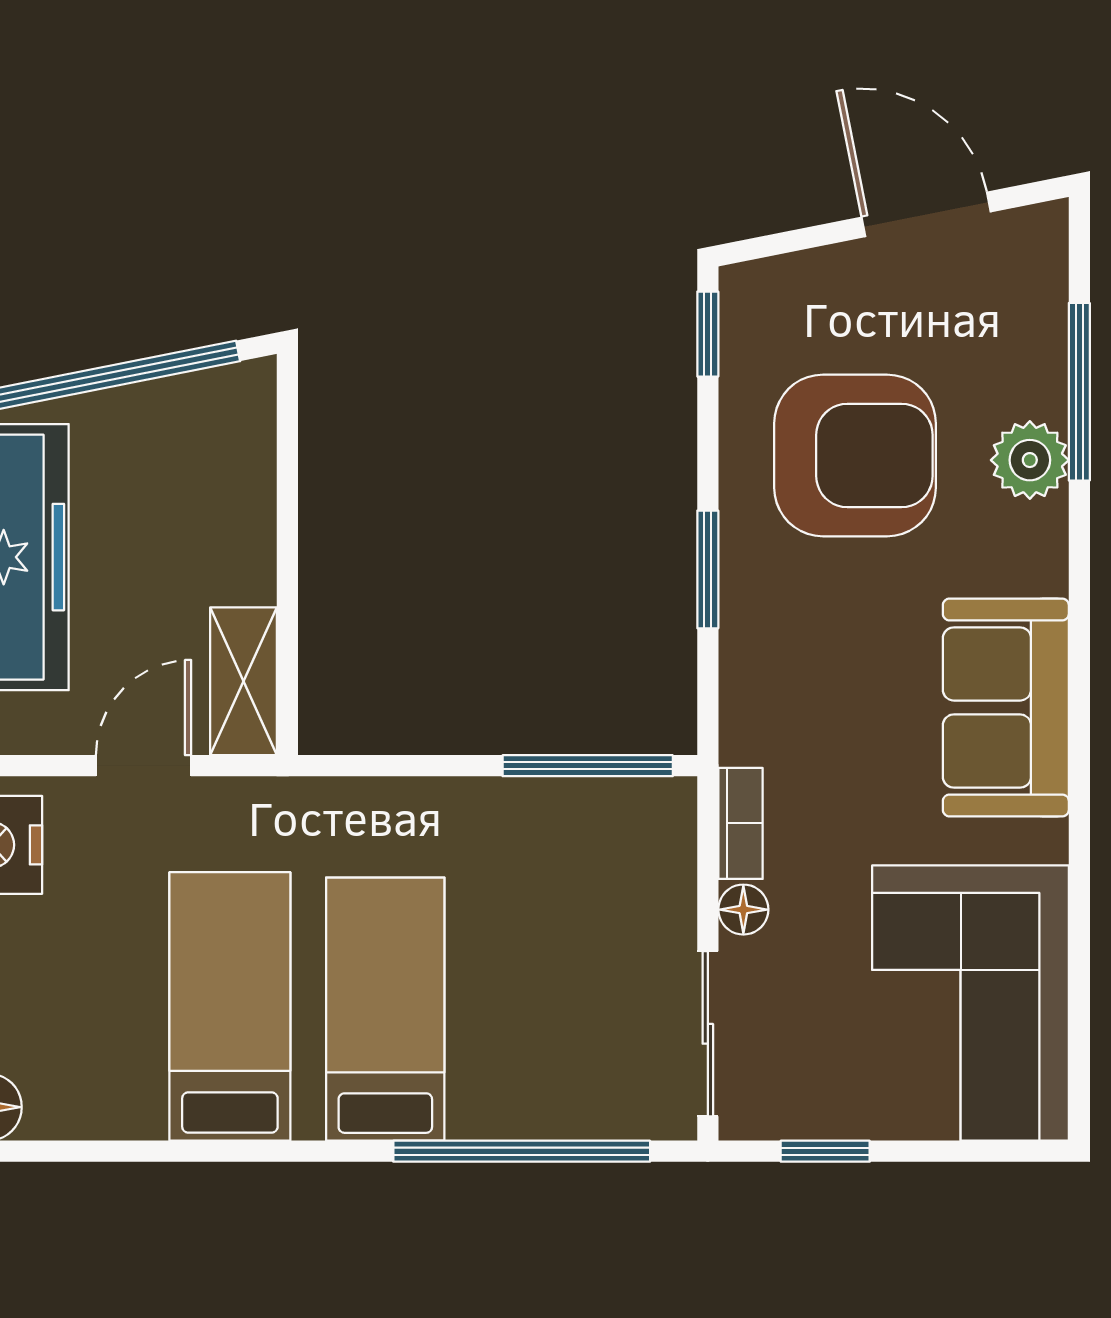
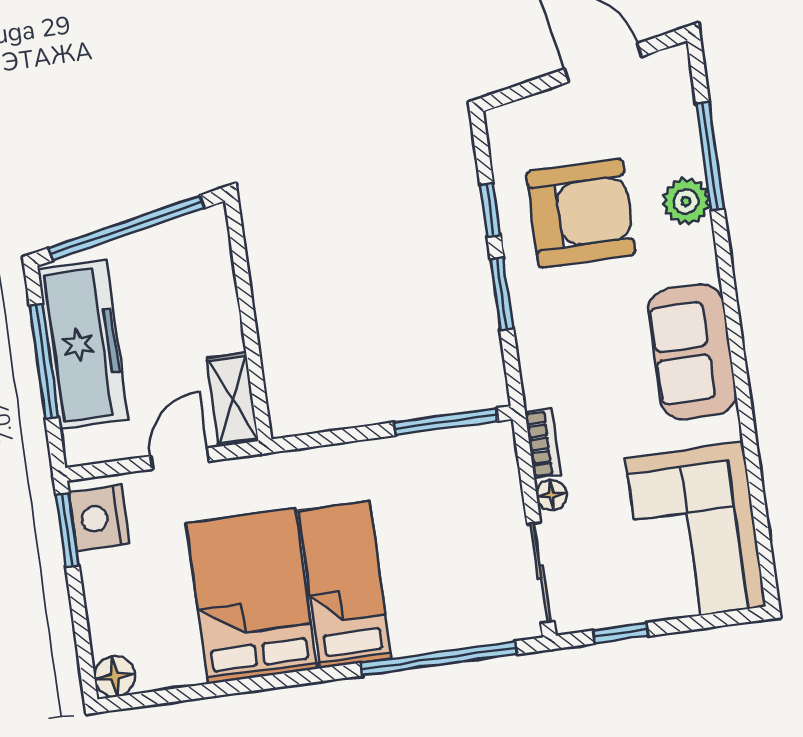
window: (708, 334) -> (490, 210), moved
bed: (230, 1006) -> (251, 596), width x1.50

